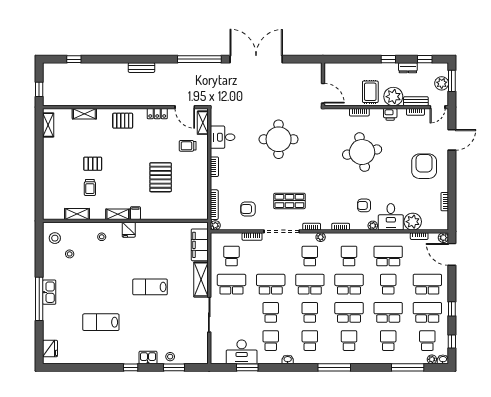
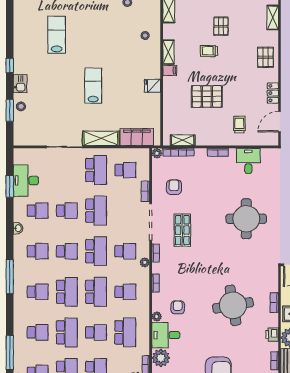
shelving: (203, 123) -> (183, 140), moved
trolley: (90, 187) -> (209, 51), moved
fridge: (129, 230) -> (153, 86), moved

